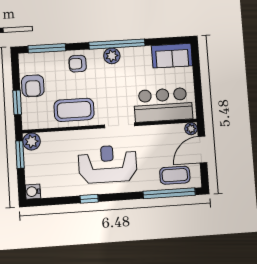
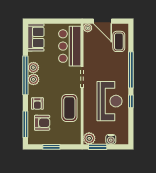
plant: (129, 55) -> (33, 68), added
armchair: (33, 86) -> (42, 123), moved
window: (17, 102) -> (51, 147), moved
reception desk: (108, 164) -> (110, 101), moved, turned 180
water cooler: (33, 192) -> (111, 139), moved
window: (169, 193) -> (131, 70), moved

